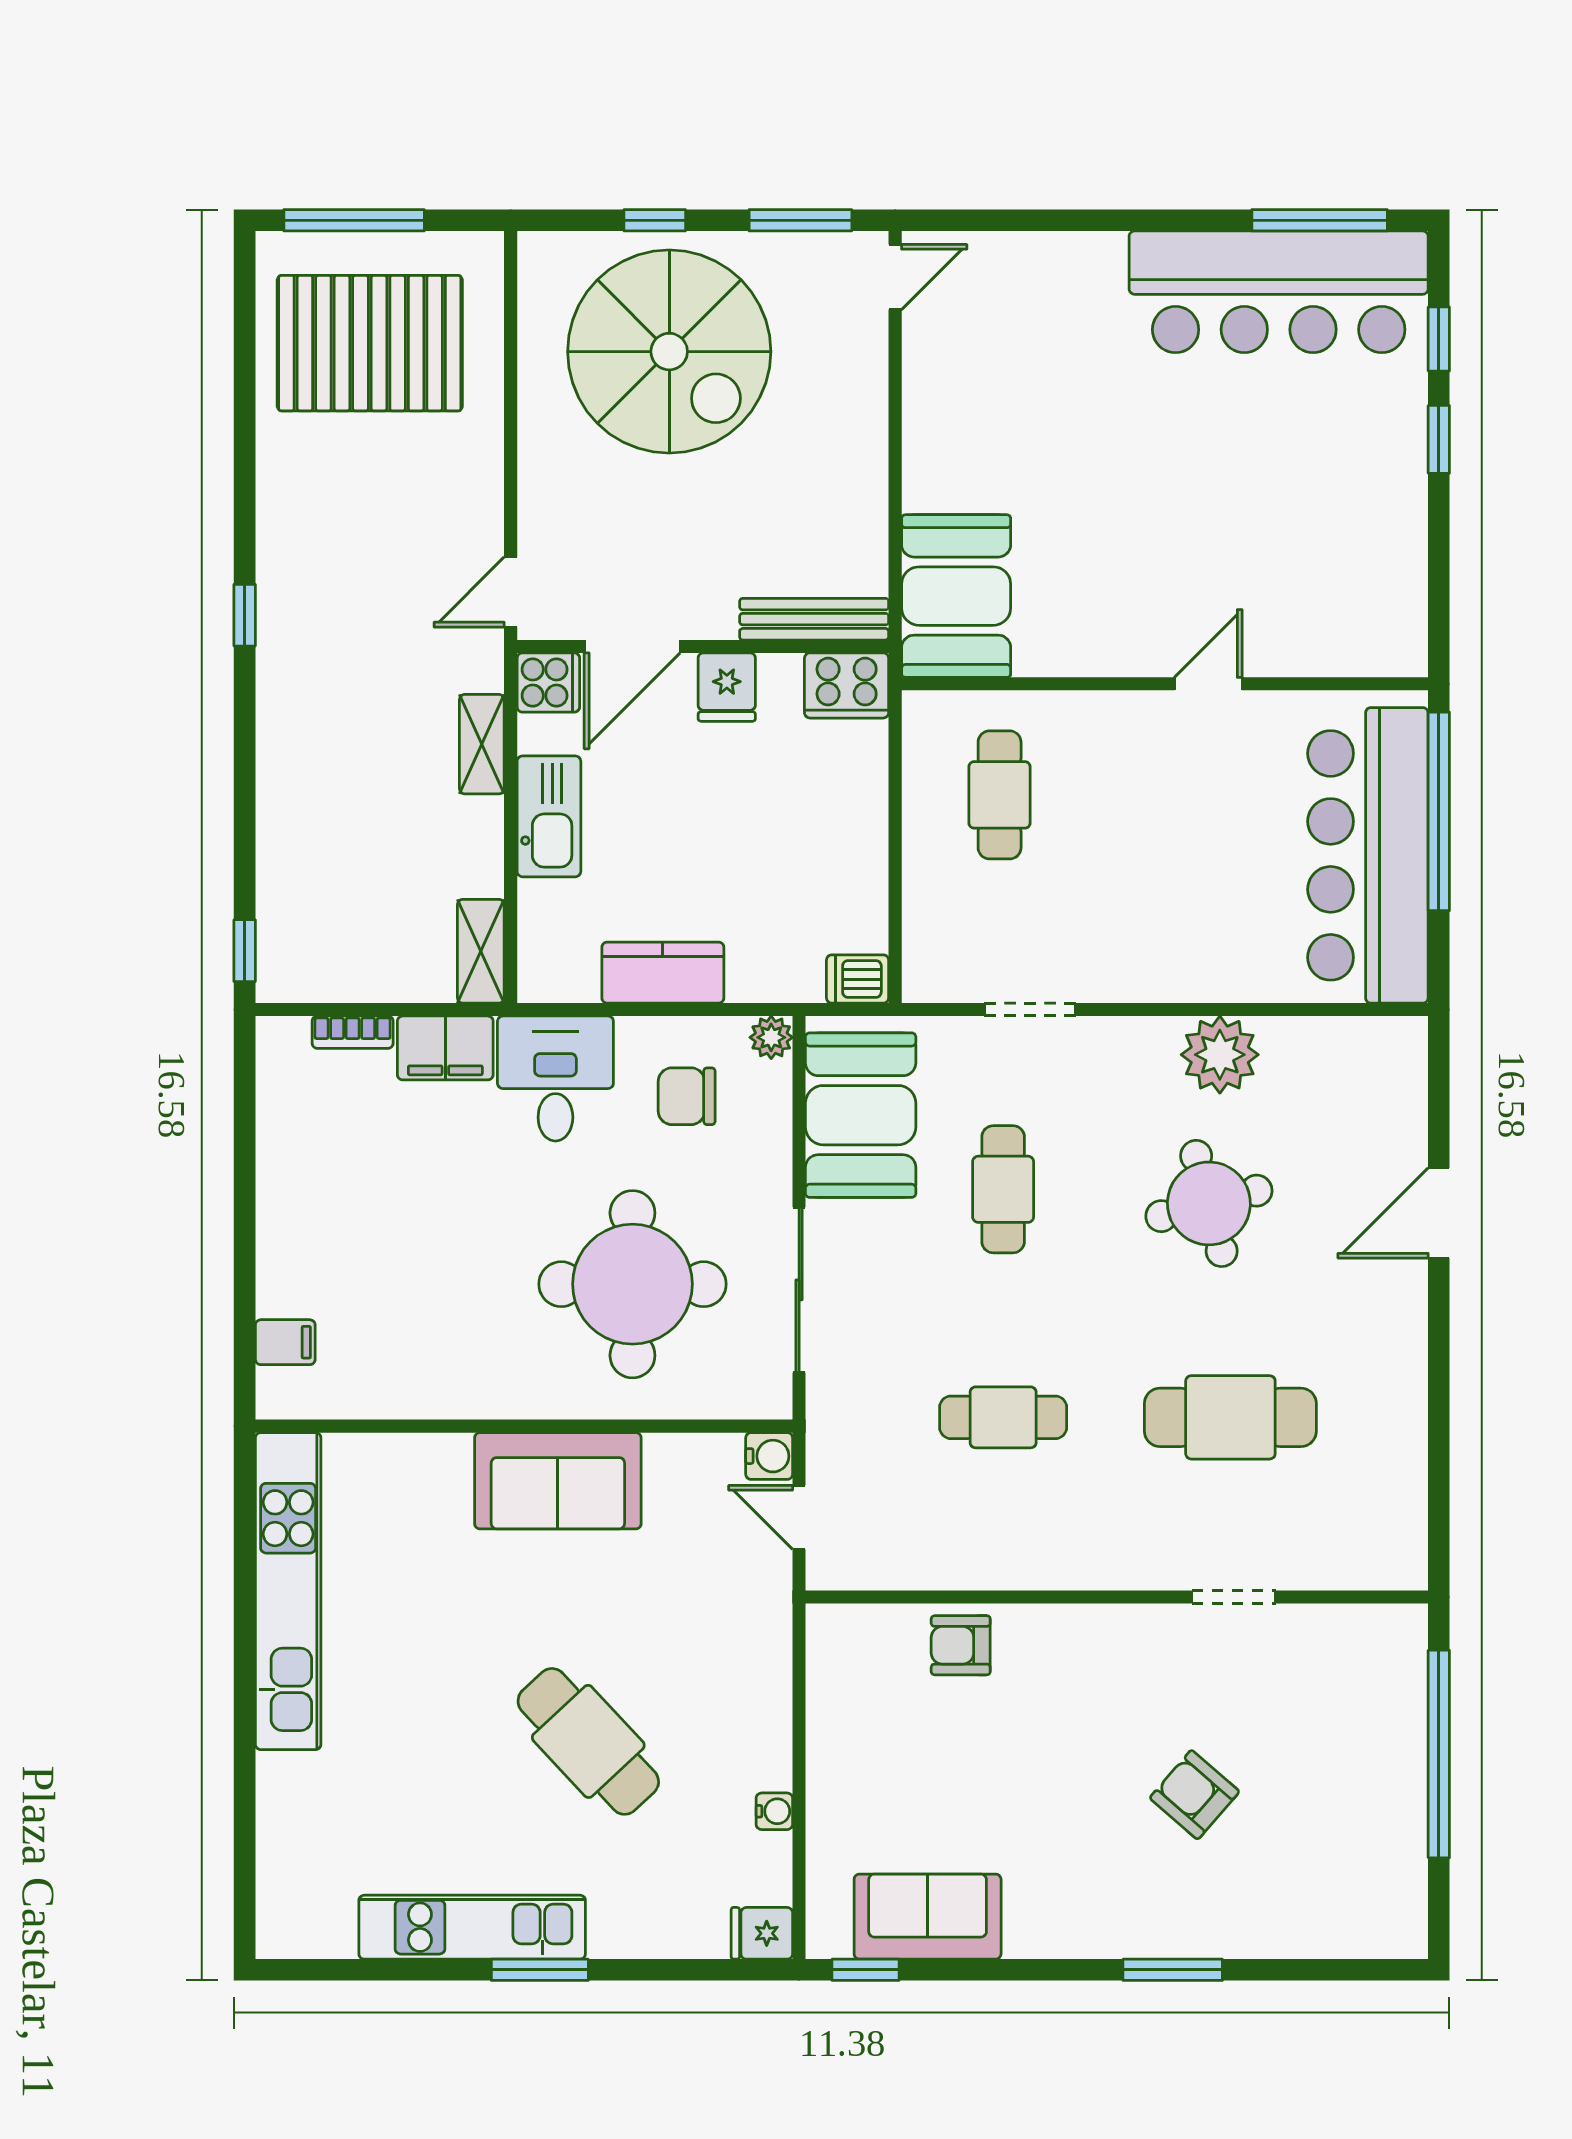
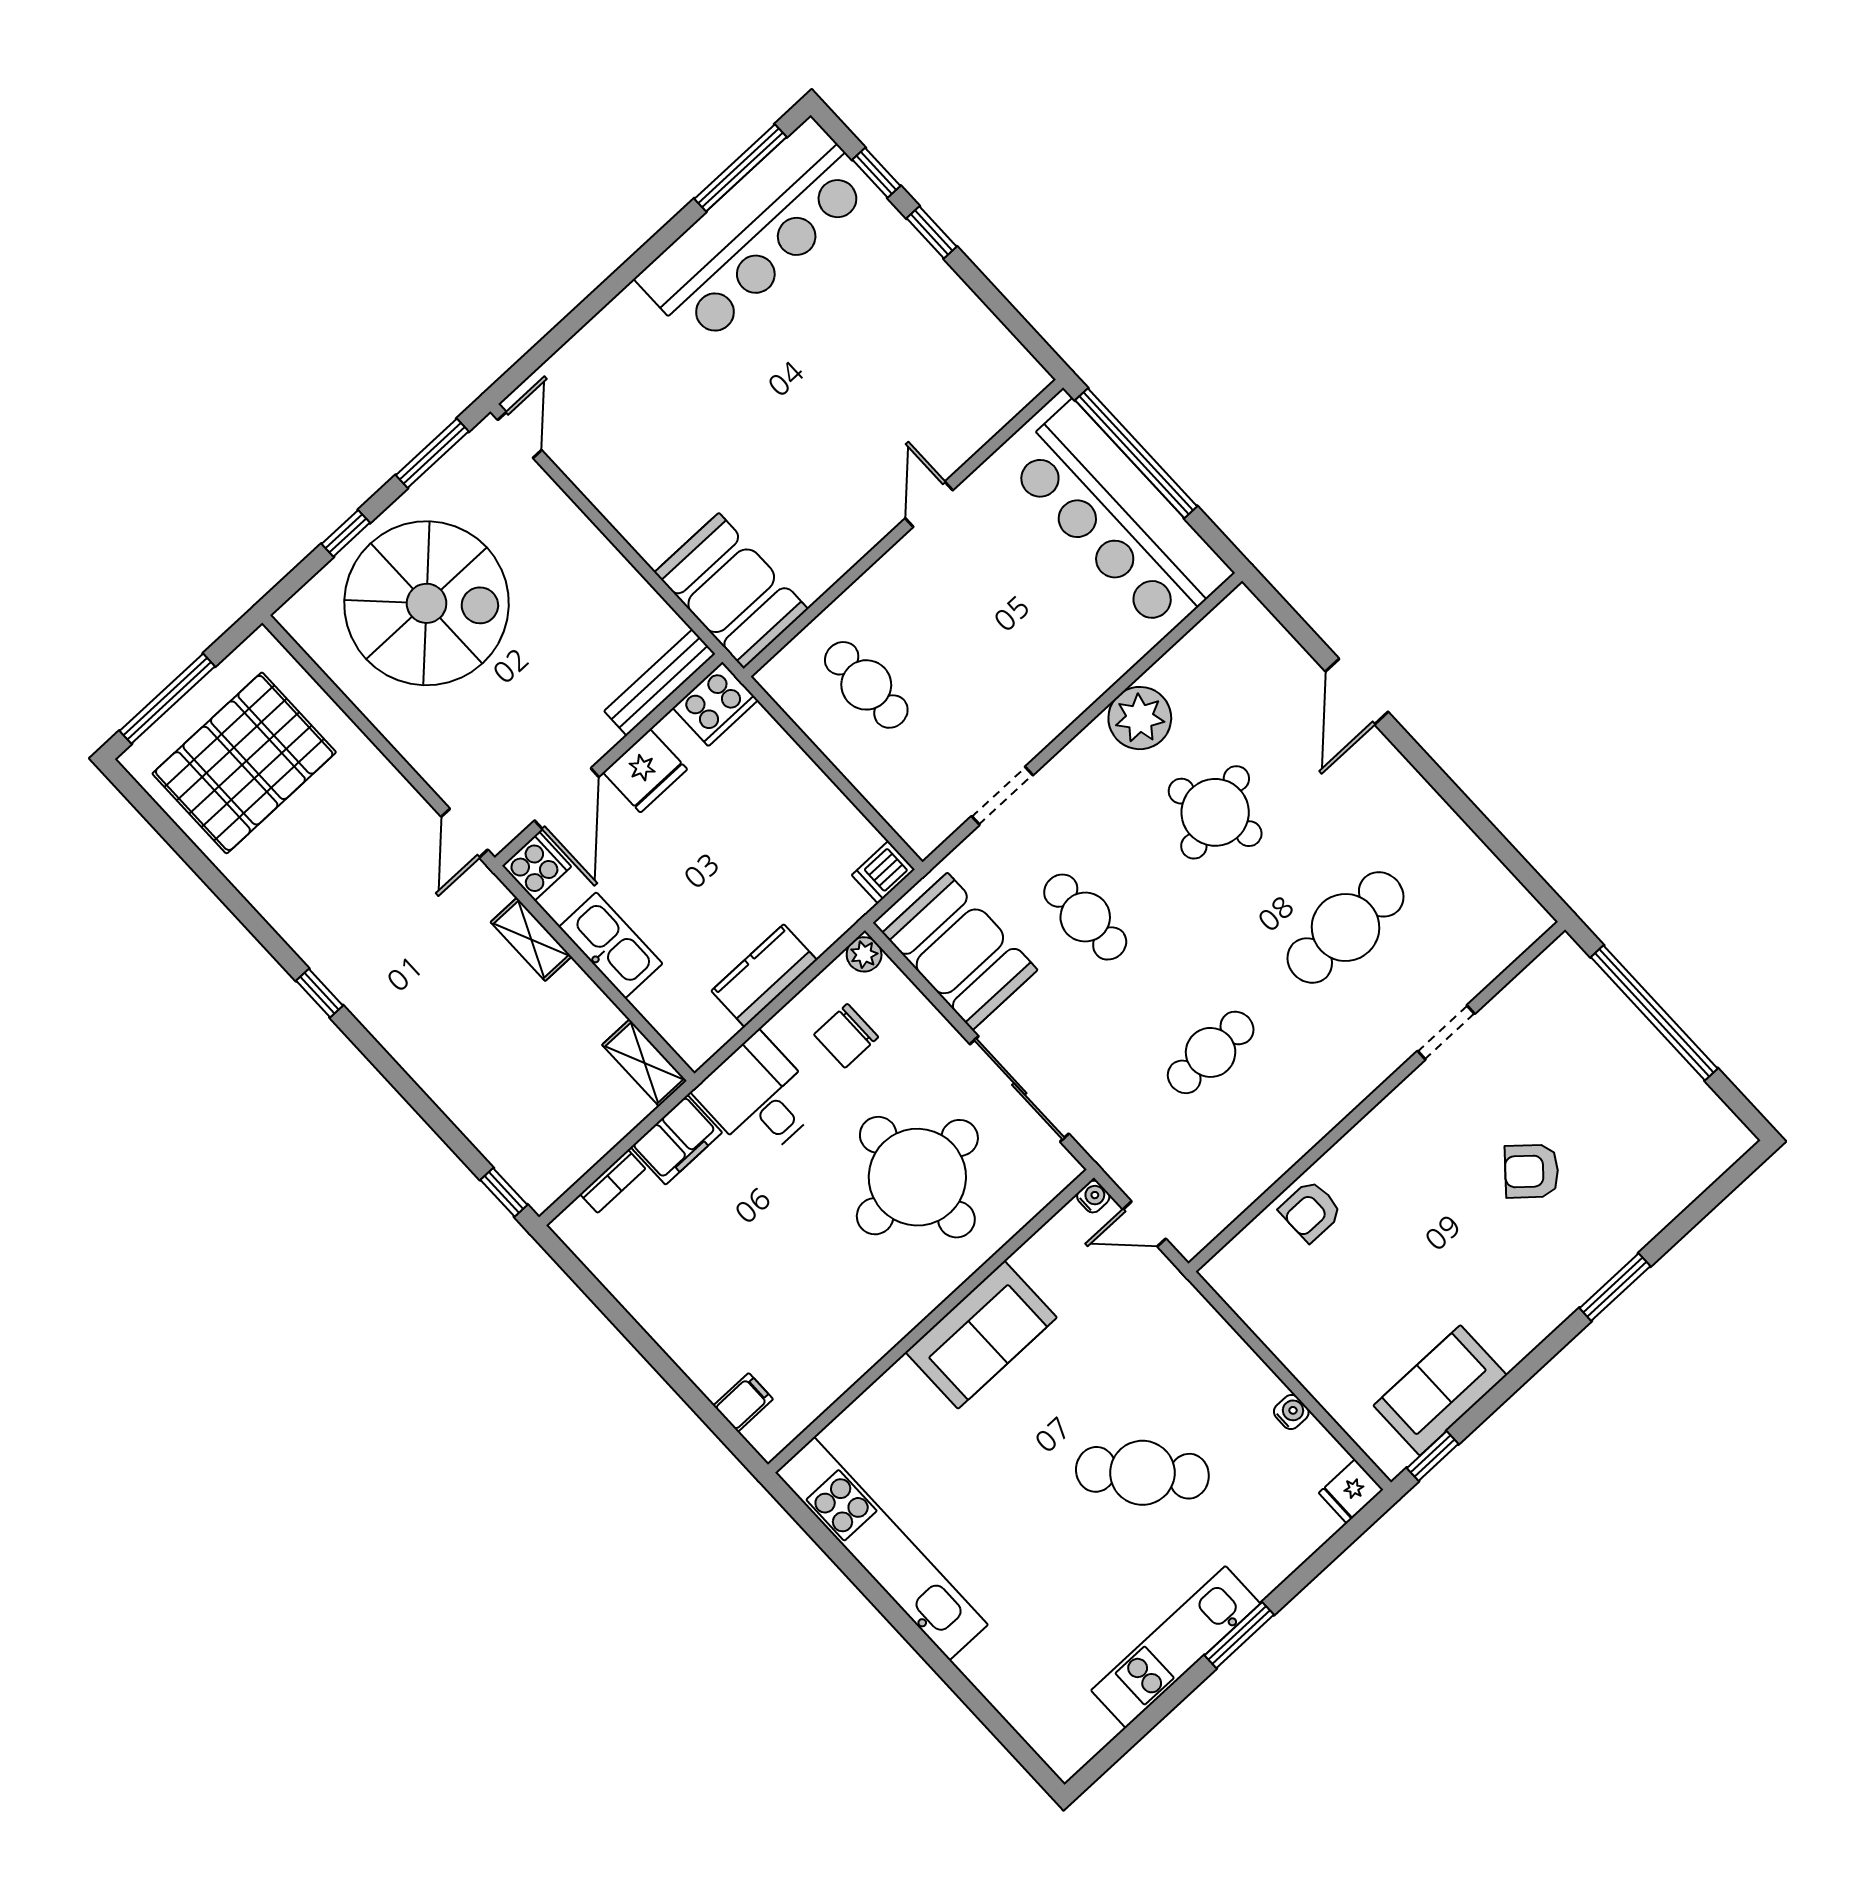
fridge: (727, 687) -> (645, 771), width x1.38
water cooler: (769, 1456) -> (1093, 1197), width x0.72, depth x0.72

